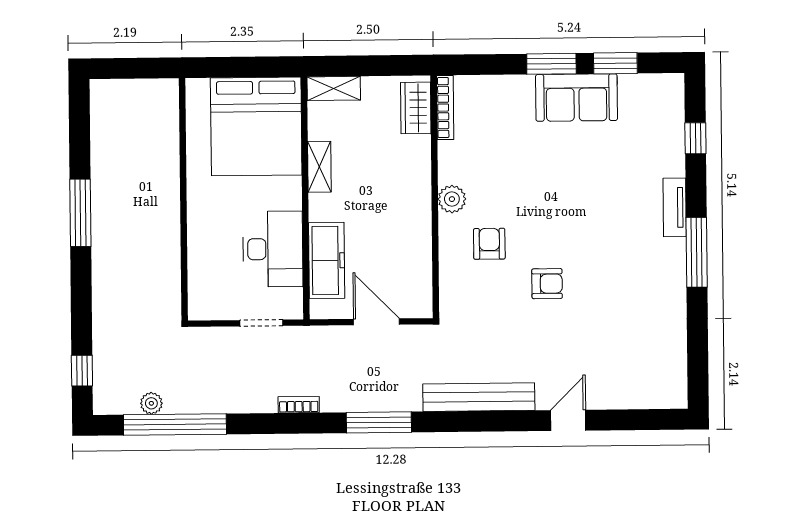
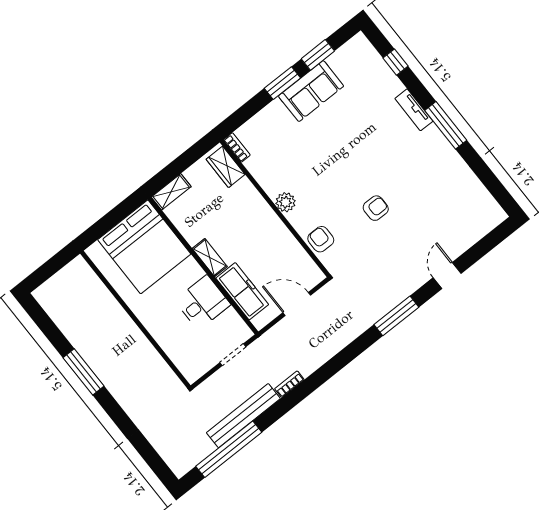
bookcase: (445, 107) -> (237, 147), width x0.64
shelving: (319, 167) -> (210, 258), moved
armchair: (489, 244) -> (321, 239), moved
desk: (273, 249) -> (203, 303), width x0.73
window: (82, 371) -> (153, 460), removed
bench: (479, 397) -> (243, 416), moved
plant: (151, 403) -> (206, 448), removed
window: (379, 422) -> (396, 316), moved

